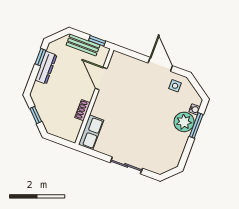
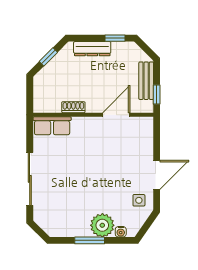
dresser: (46, 68) -> (92, 49), moved
window: (196, 125) -> (90, 240), moved
sliding door: (126, 165) -> (30, 179), width x1.37

